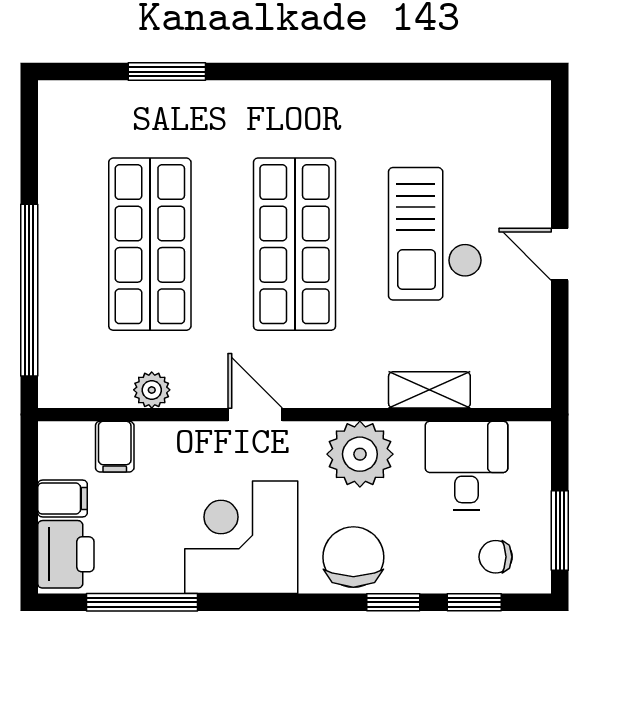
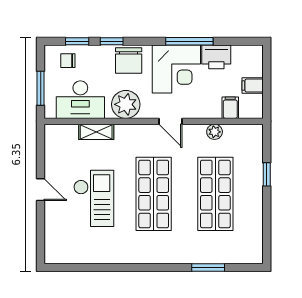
window: (29, 290) -> (267, 174), width x0.32
desk: (466, 465) -> (80, 100), width x1.37
window: (560, 531) -> (41, 88), moved
printer: (66, 554) -> (216, 57), moved, turned -90
chair: (496, 557) -> (68, 61), turned 180
window: (142, 602) -> (189, 41), moved

